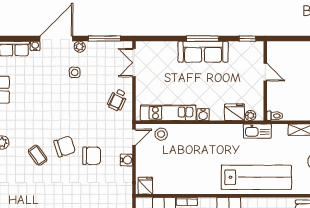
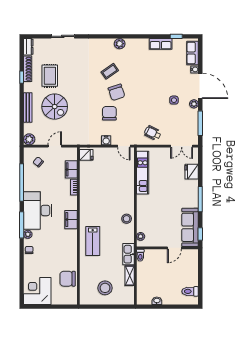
sofa: (203, 52) -> (190, 227), moved
double door: (134, 63) -> (182, 146), swing flipped
fridge: (235, 112) -> (192, 172), moved, turned 180
water cooler: (203, 115) -> (141, 200), removed
kitchen sink: (257, 131) -> (128, 254), moved
stool: (161, 134) -> (127, 219), moved
chair: (92, 156) -> (109, 113), turned 180
lab bench: (256, 177) -> (93, 241), width x0.54, depth x0.72

